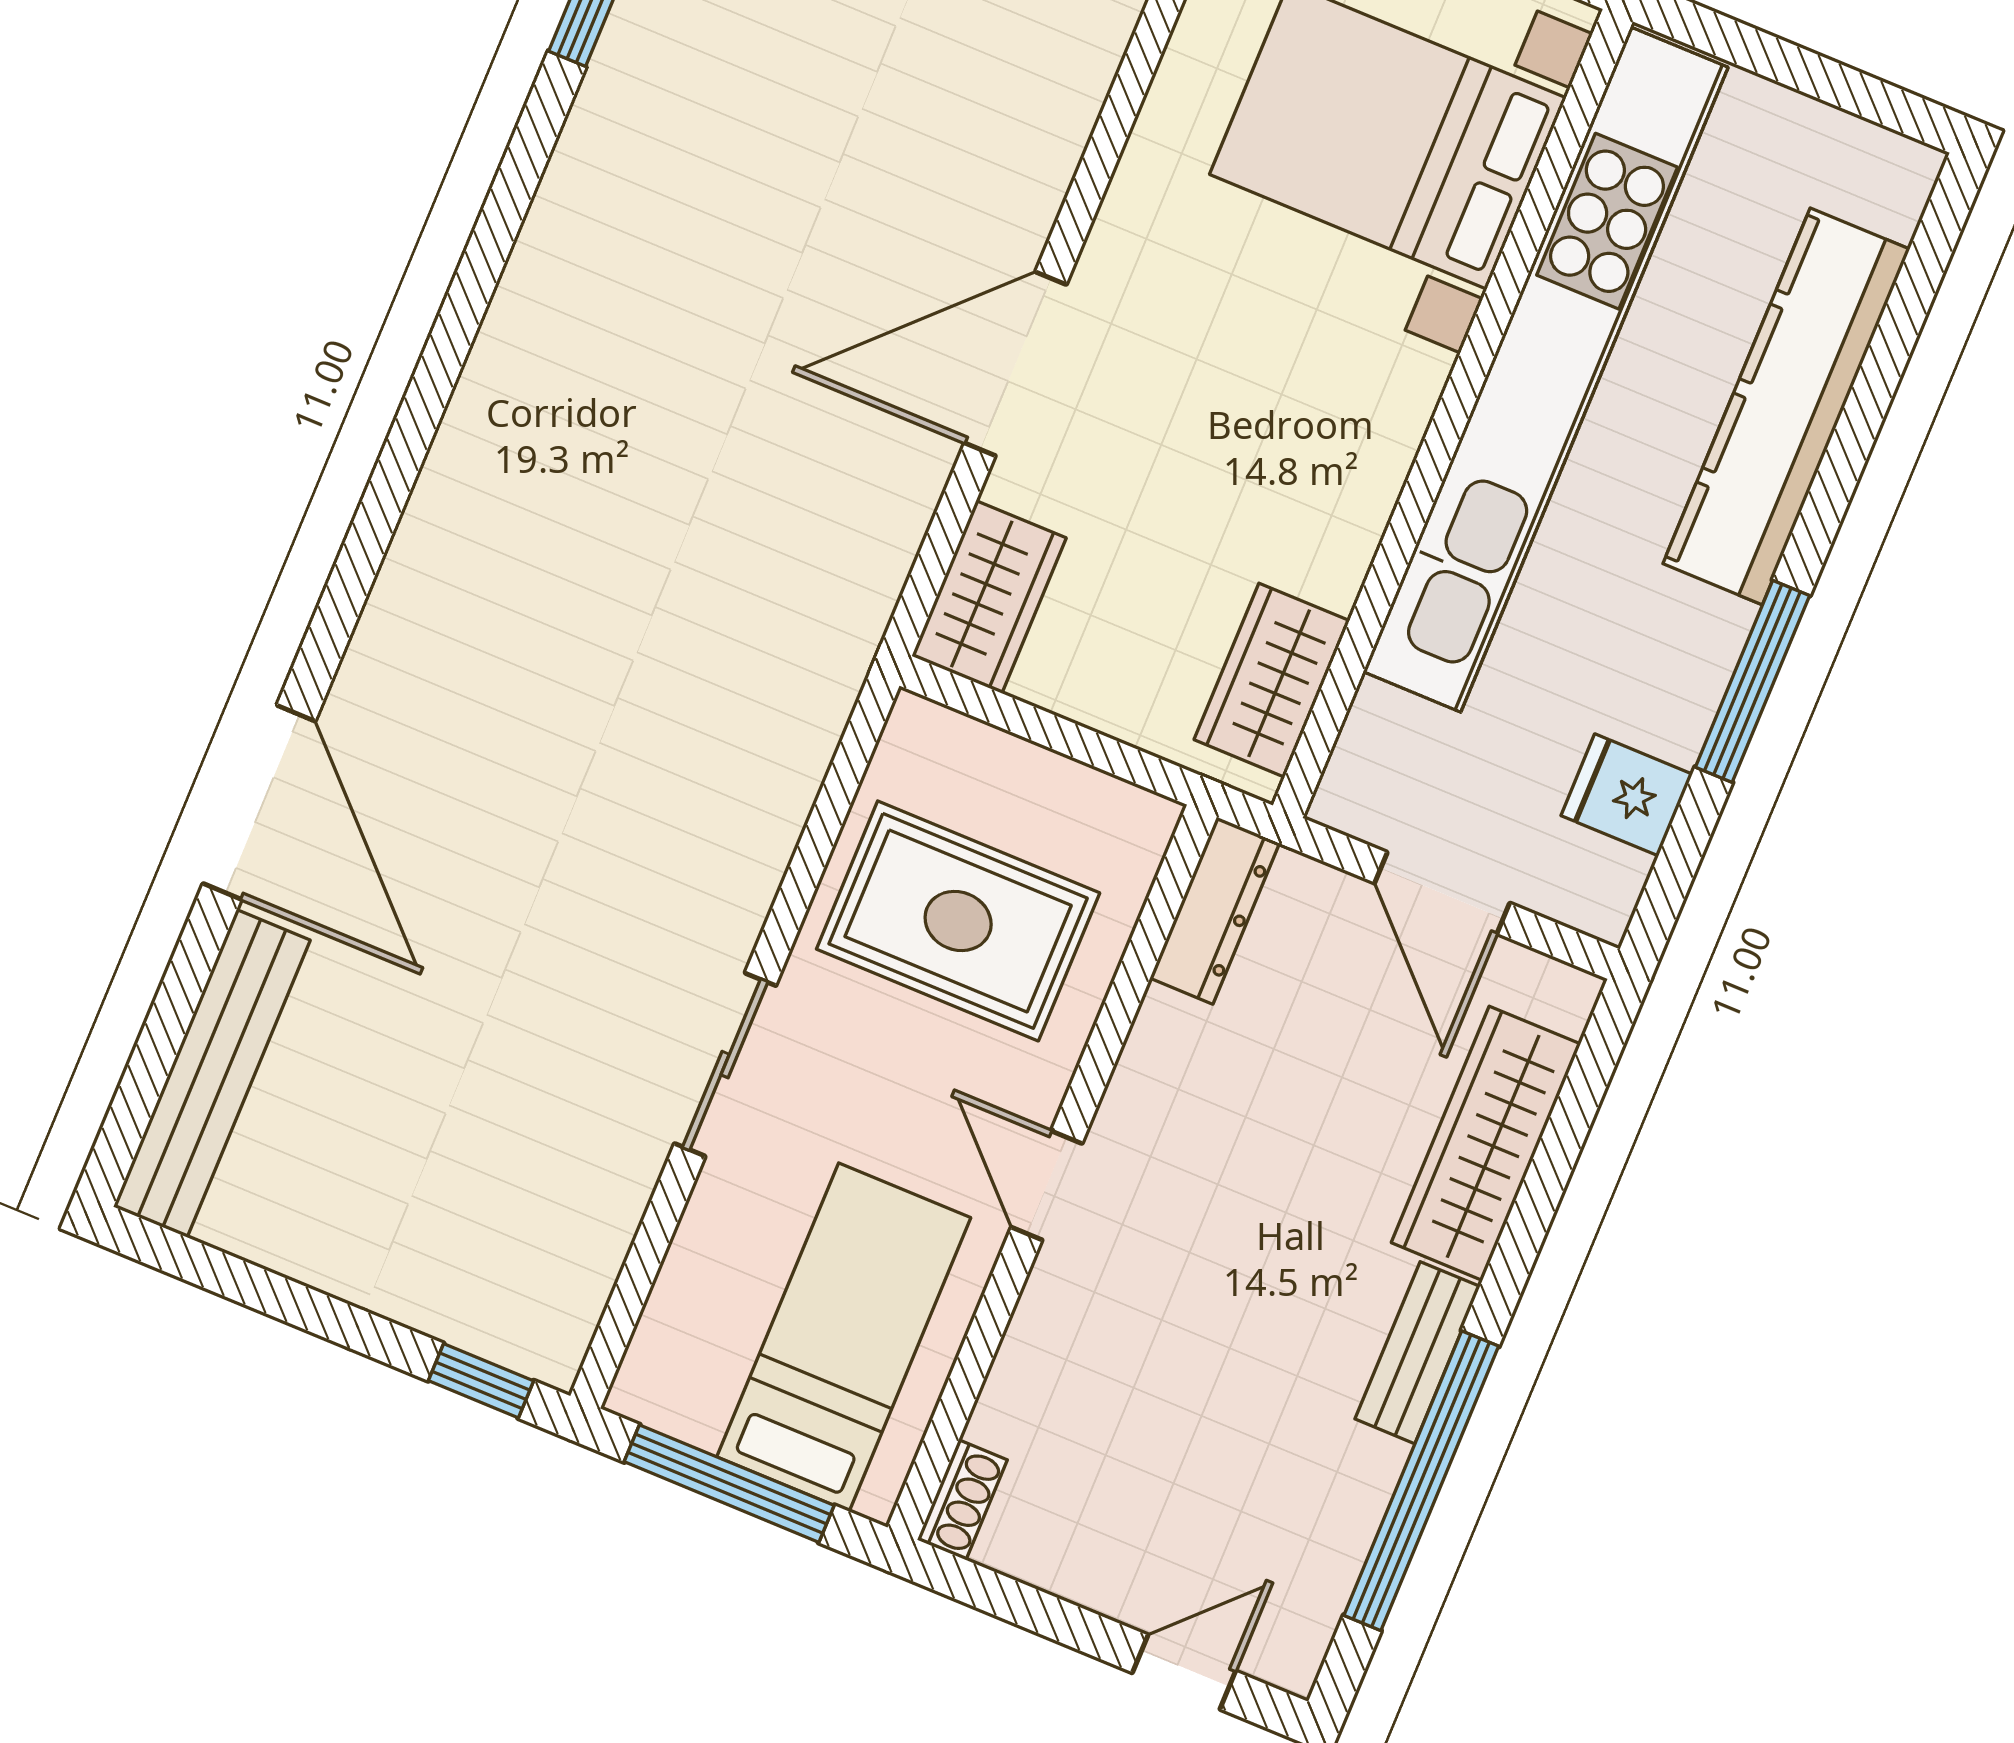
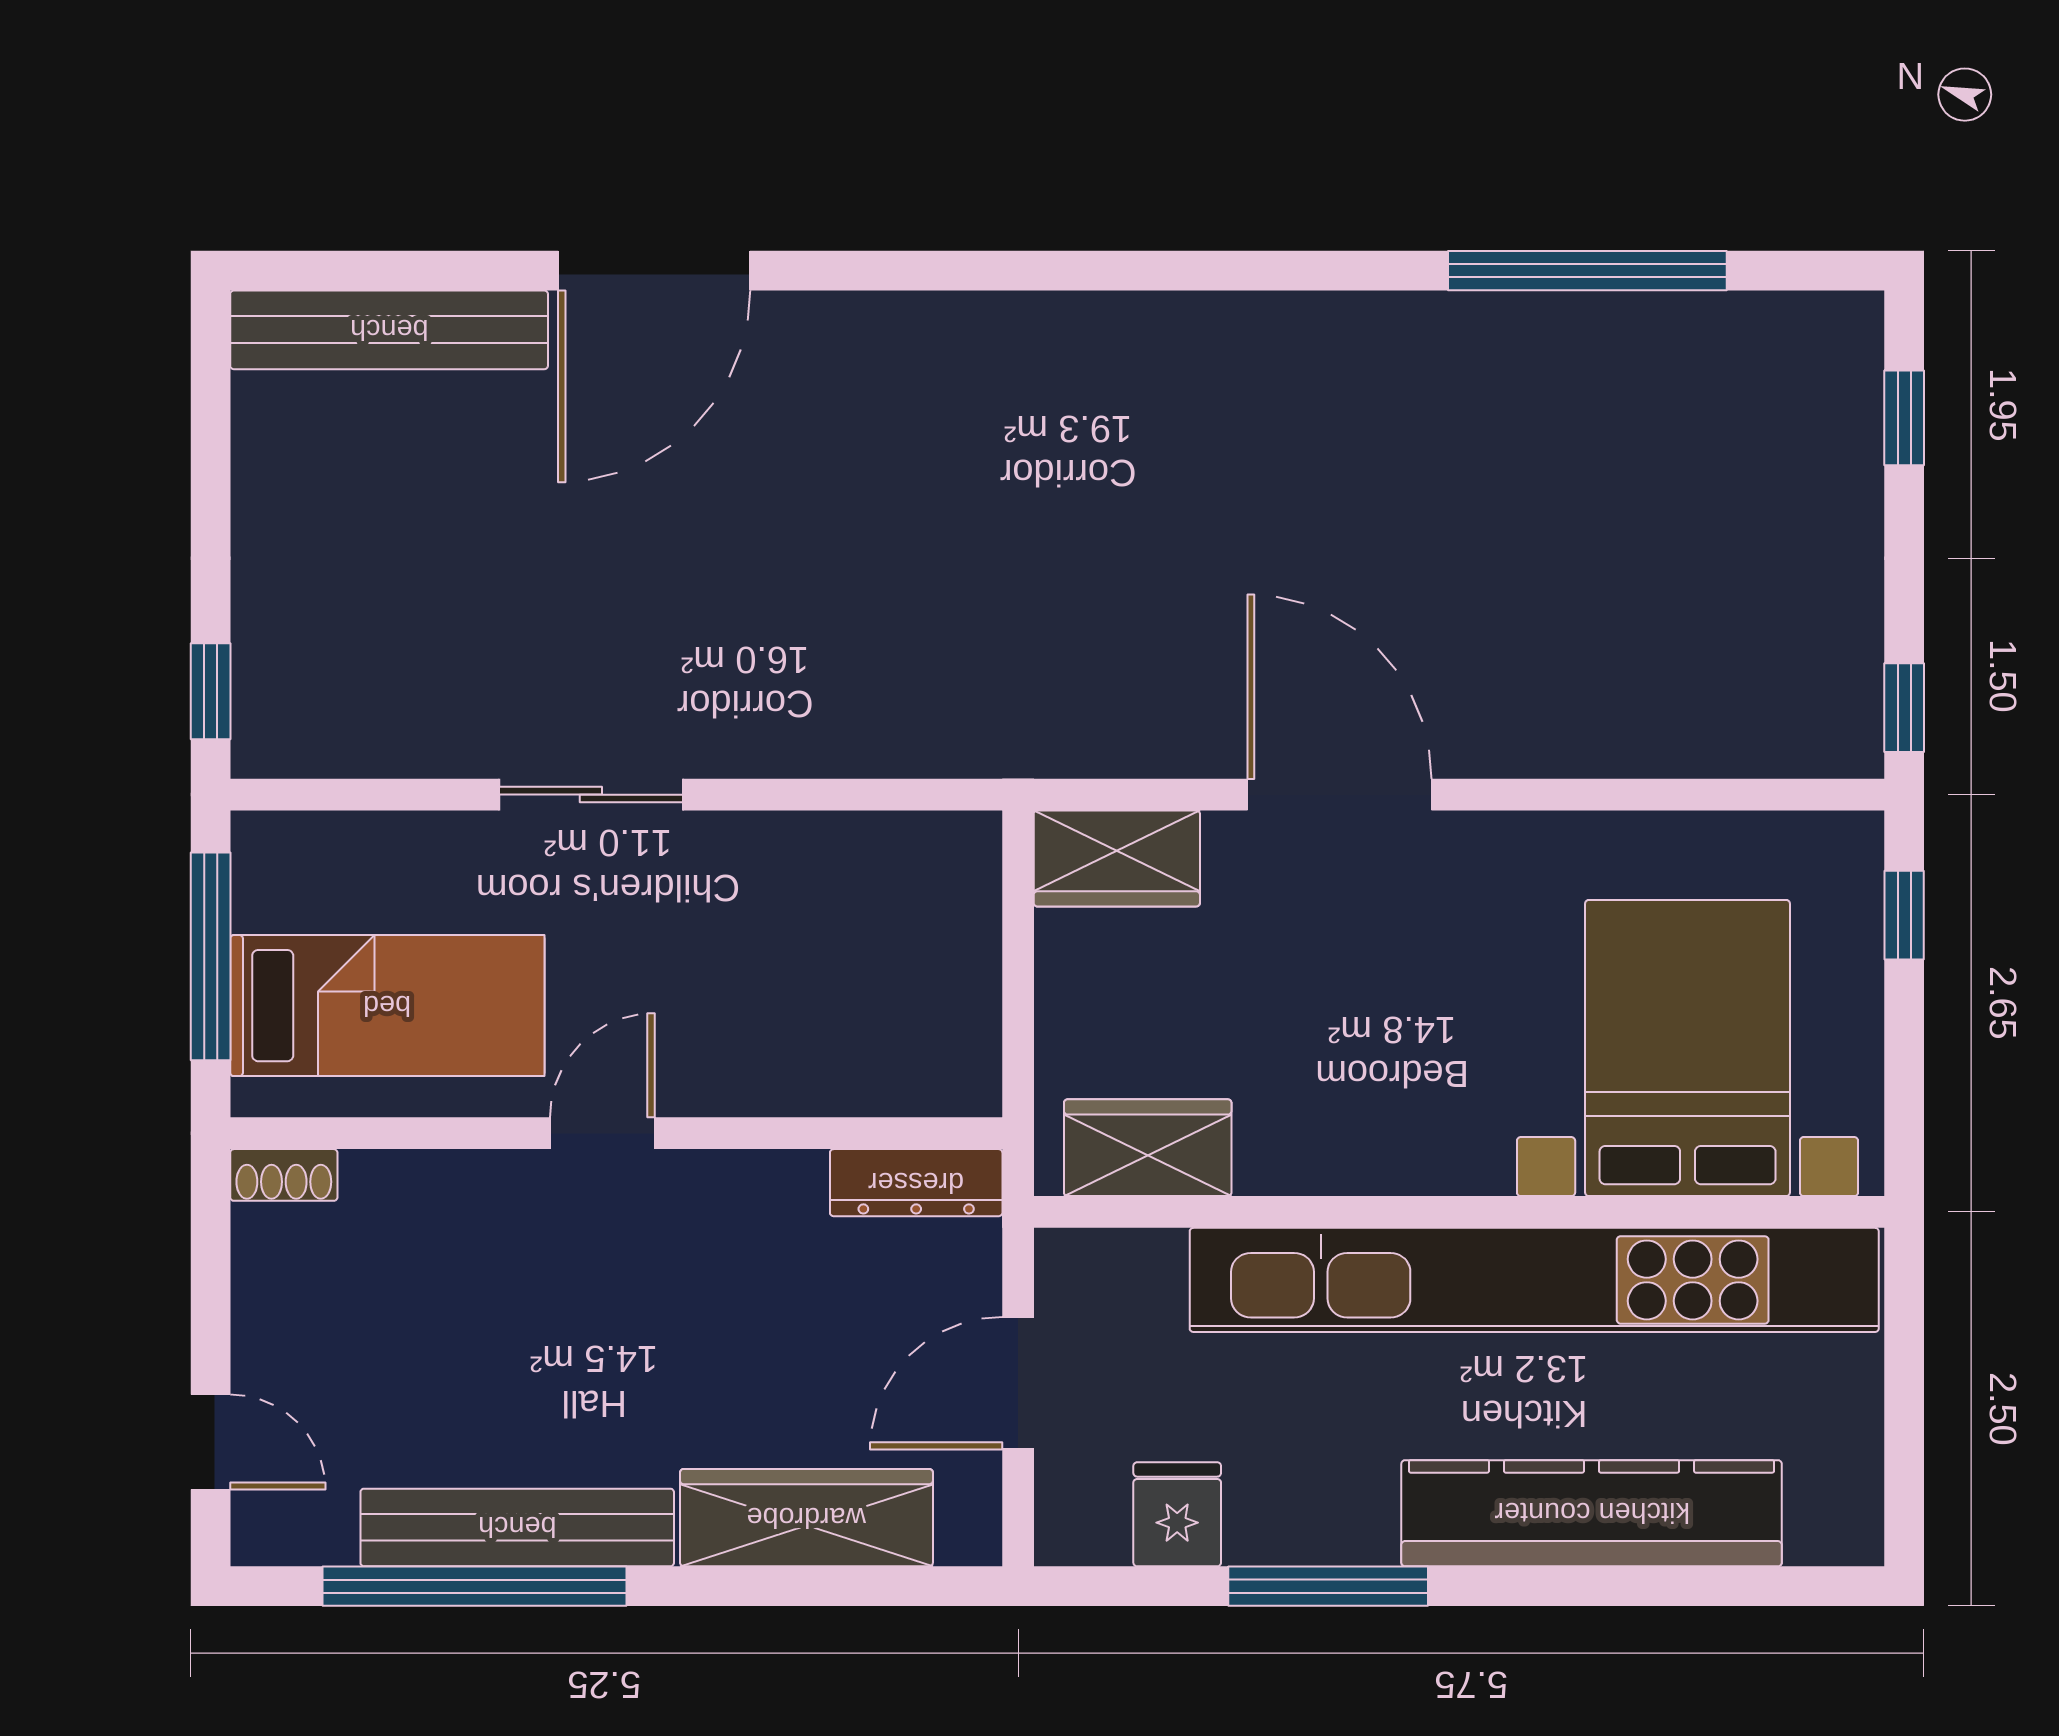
rug: (958, 921) -> (810, 953), removed
bench: (1418, 1353) -> (517, 1527), width x1.86, depth x1.21

